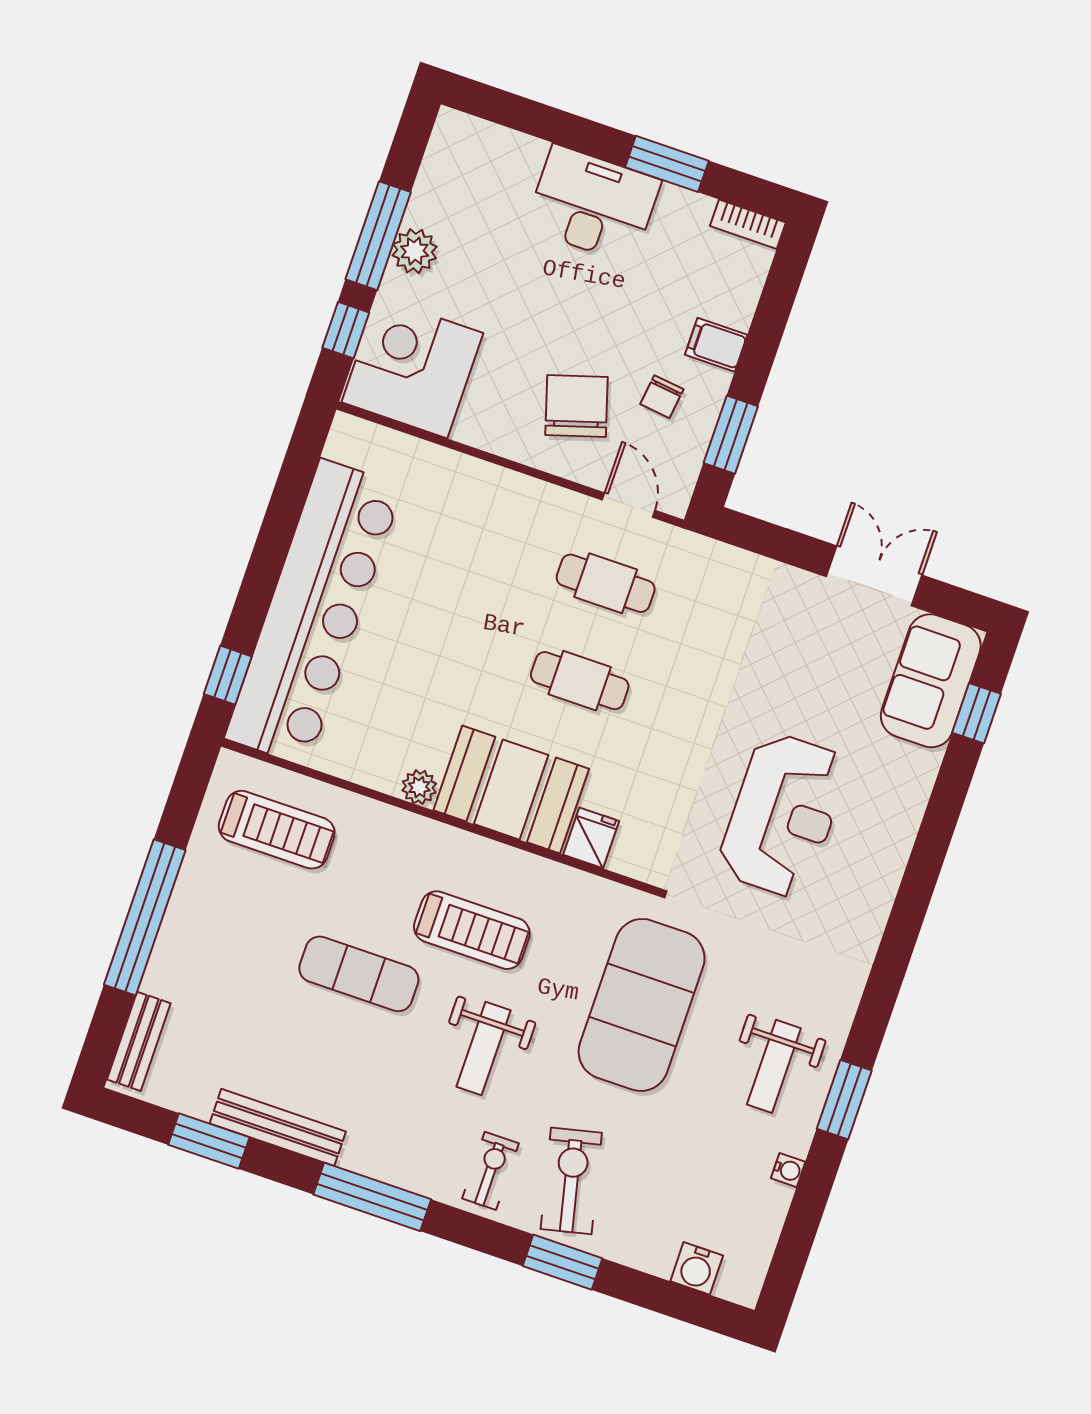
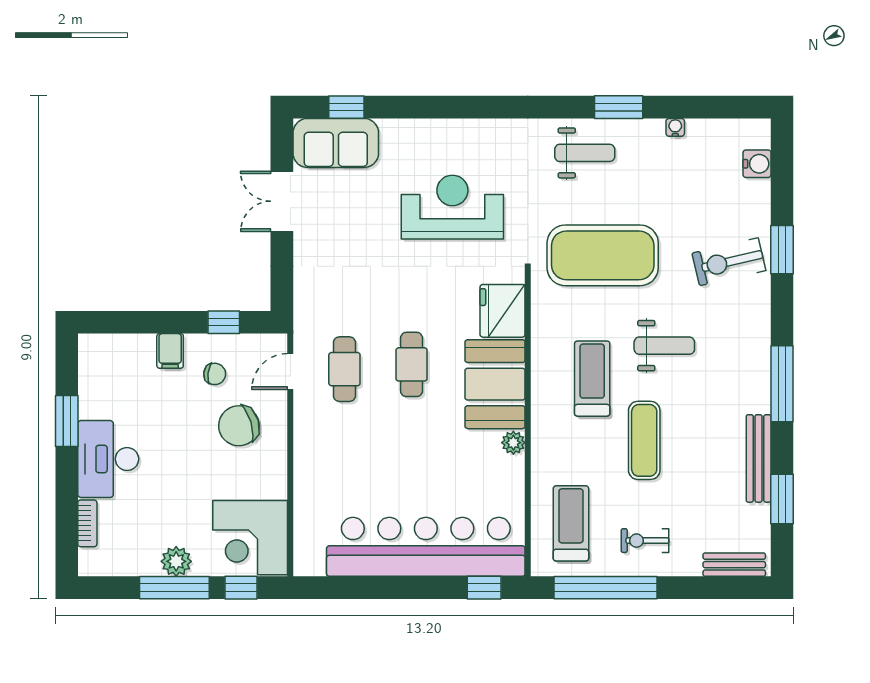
bookcase: (748, 224) -> (87, 523), moved
window: (731, 435) -> (224, 322), width x0.67
fridge: (591, 838) -> (503, 311), width x1.88, depth x1.34
window: (145, 917) -> (605, 588), moved
weight bench: (774, 1066) -> (585, 153), moved
exercise bike: (490, 1171) -> (645, 541), moved

